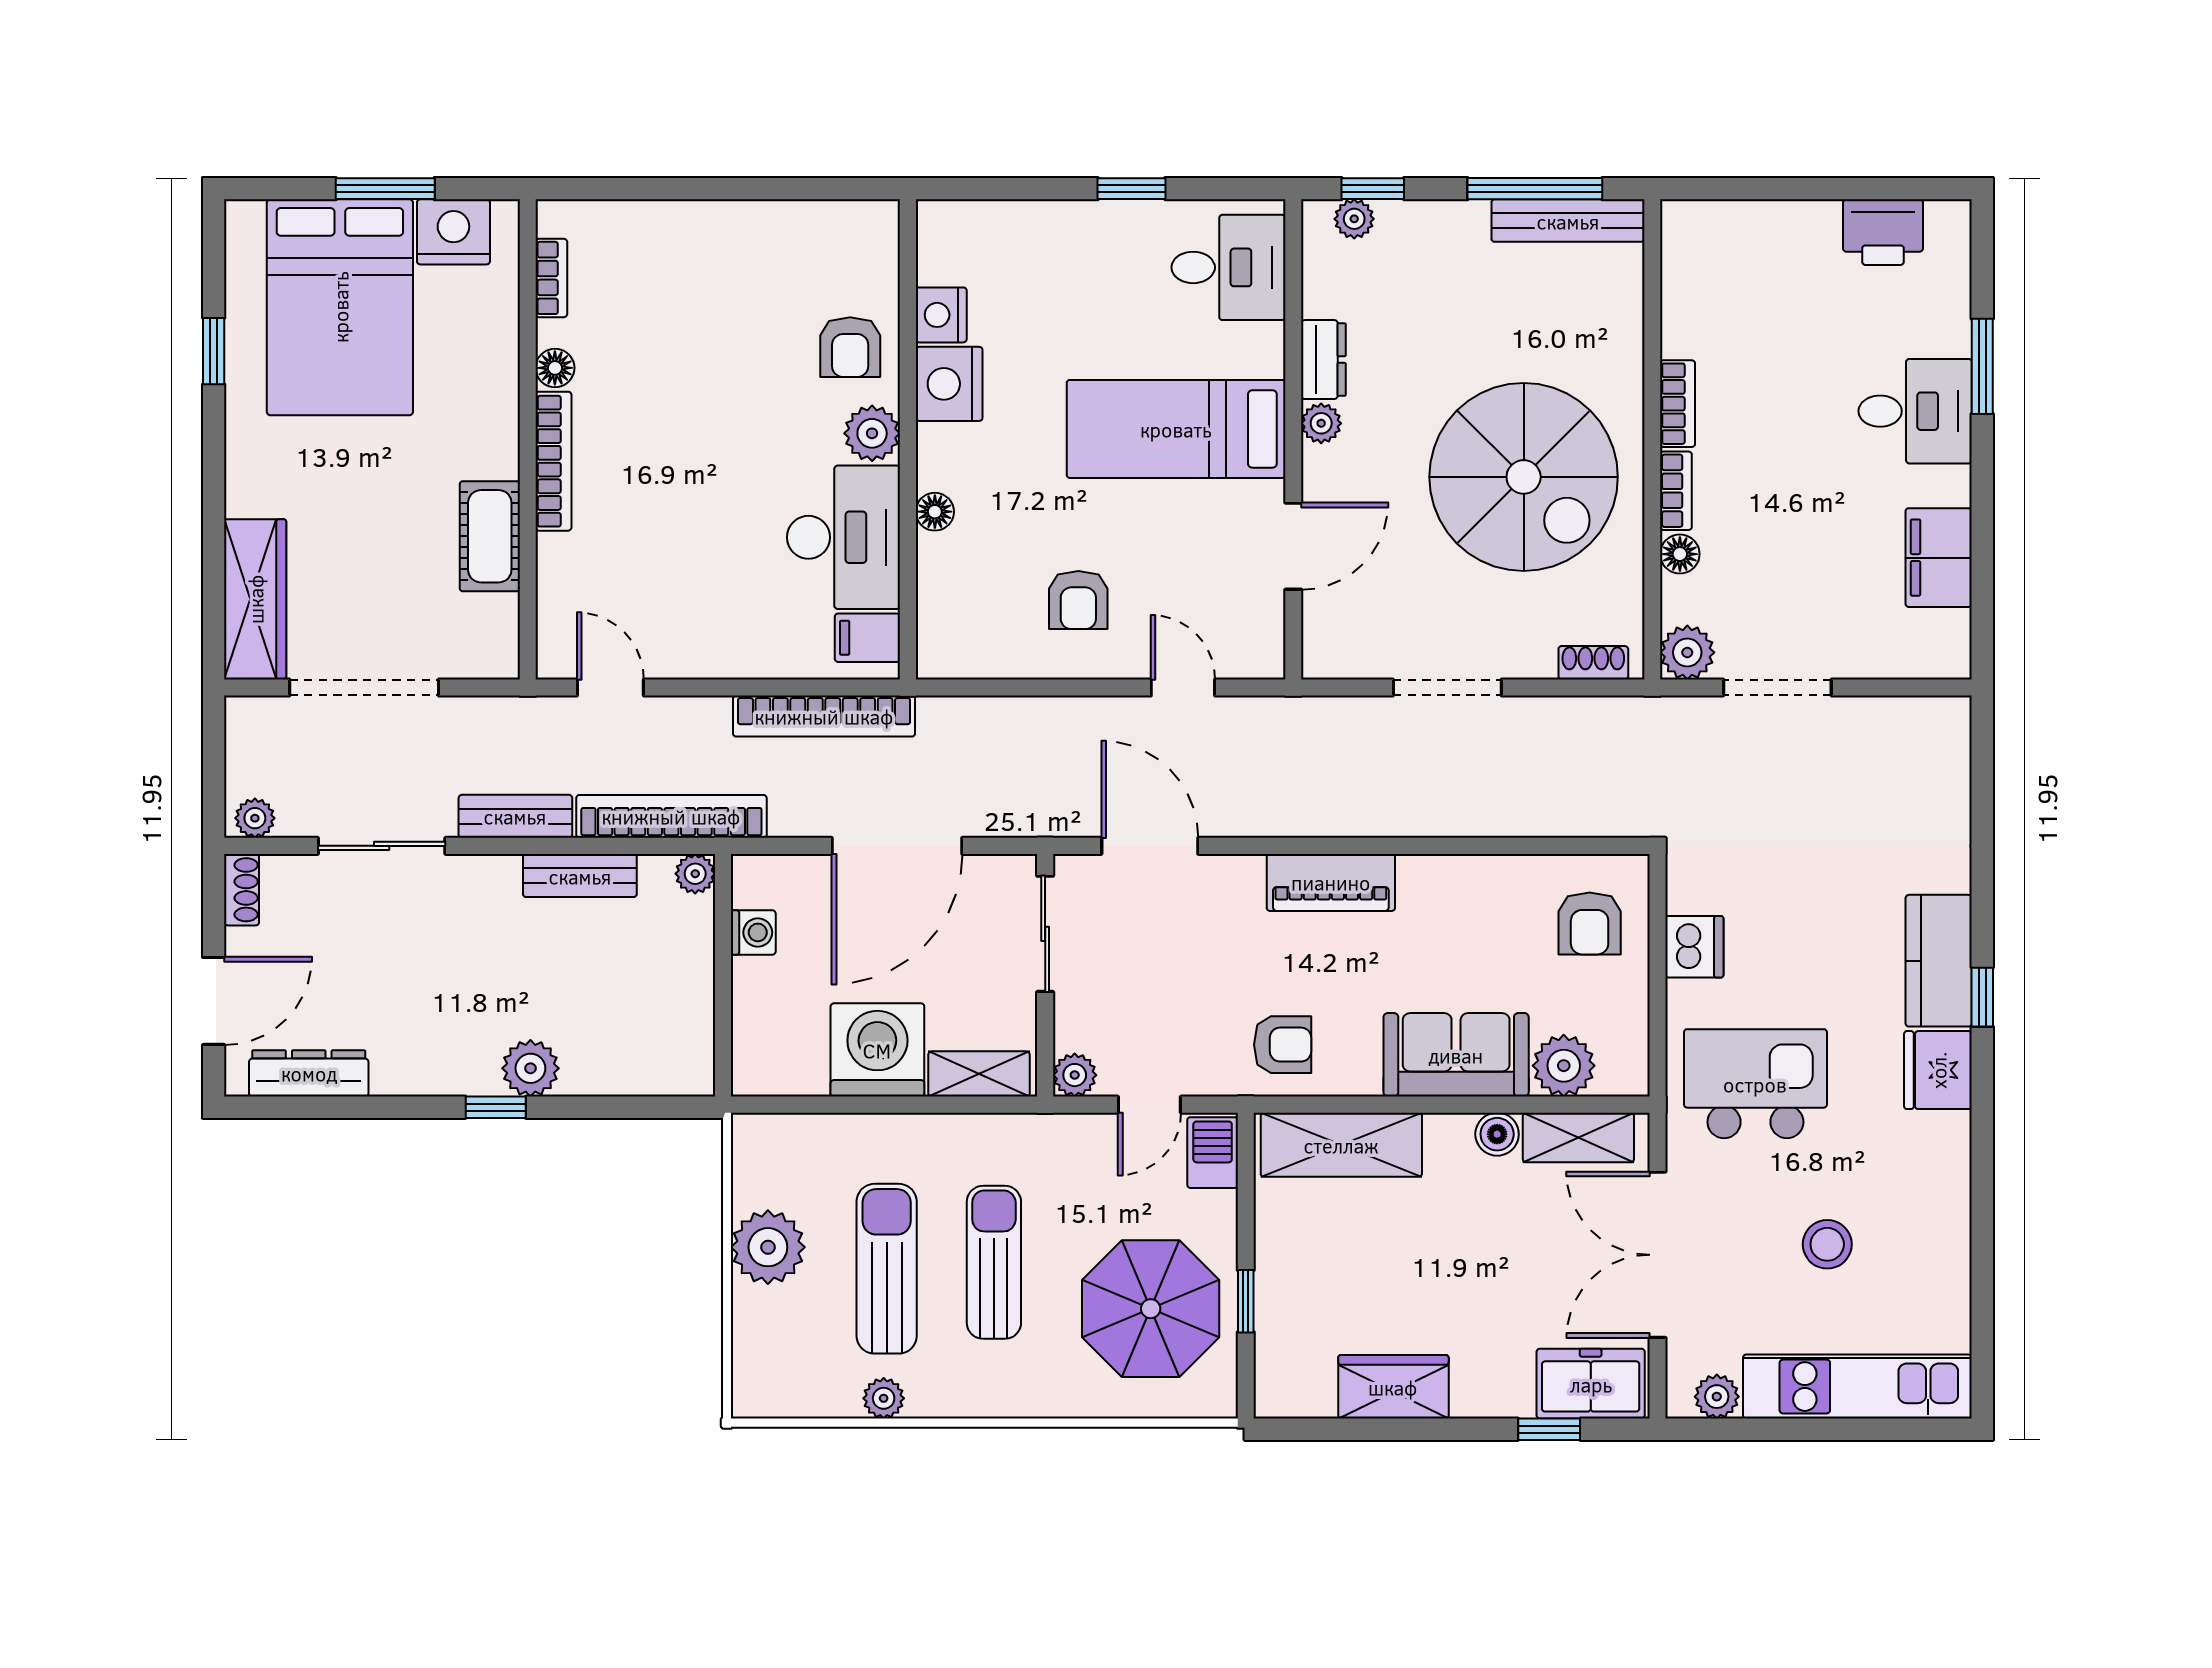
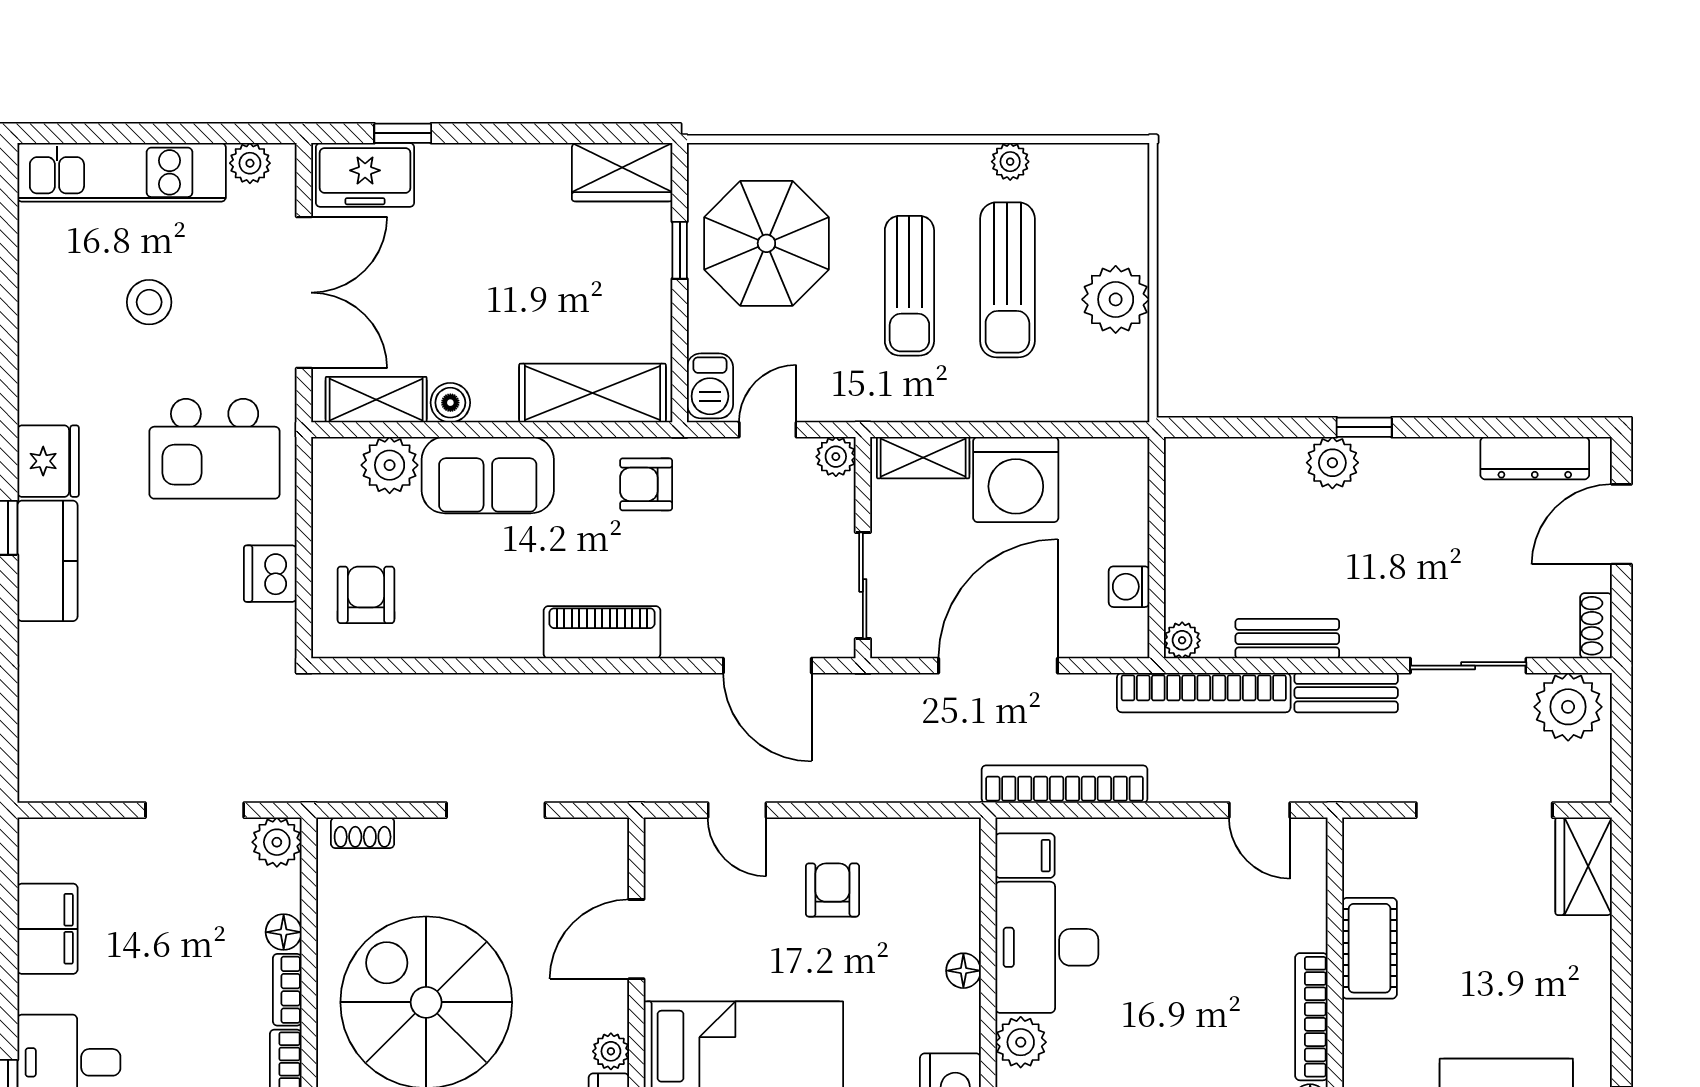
wardrobe: (255, 599) -> (1584, 866), width x0.67
plant: (255, 818) -> (1568, 707), width x1.88, depth x1.88
wardrobe: (1393, 1387) -> (622, 172), moved

